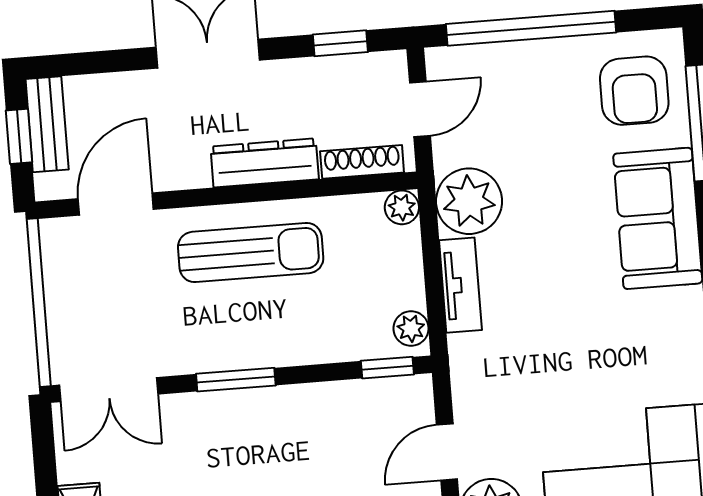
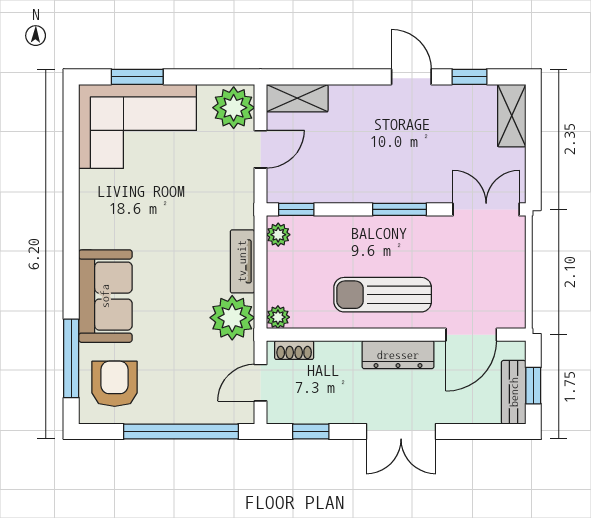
shoe rack: (362, 162) -> (294, 350), width x0.70
dresser: (265, 163) -> (398, 355), moved

